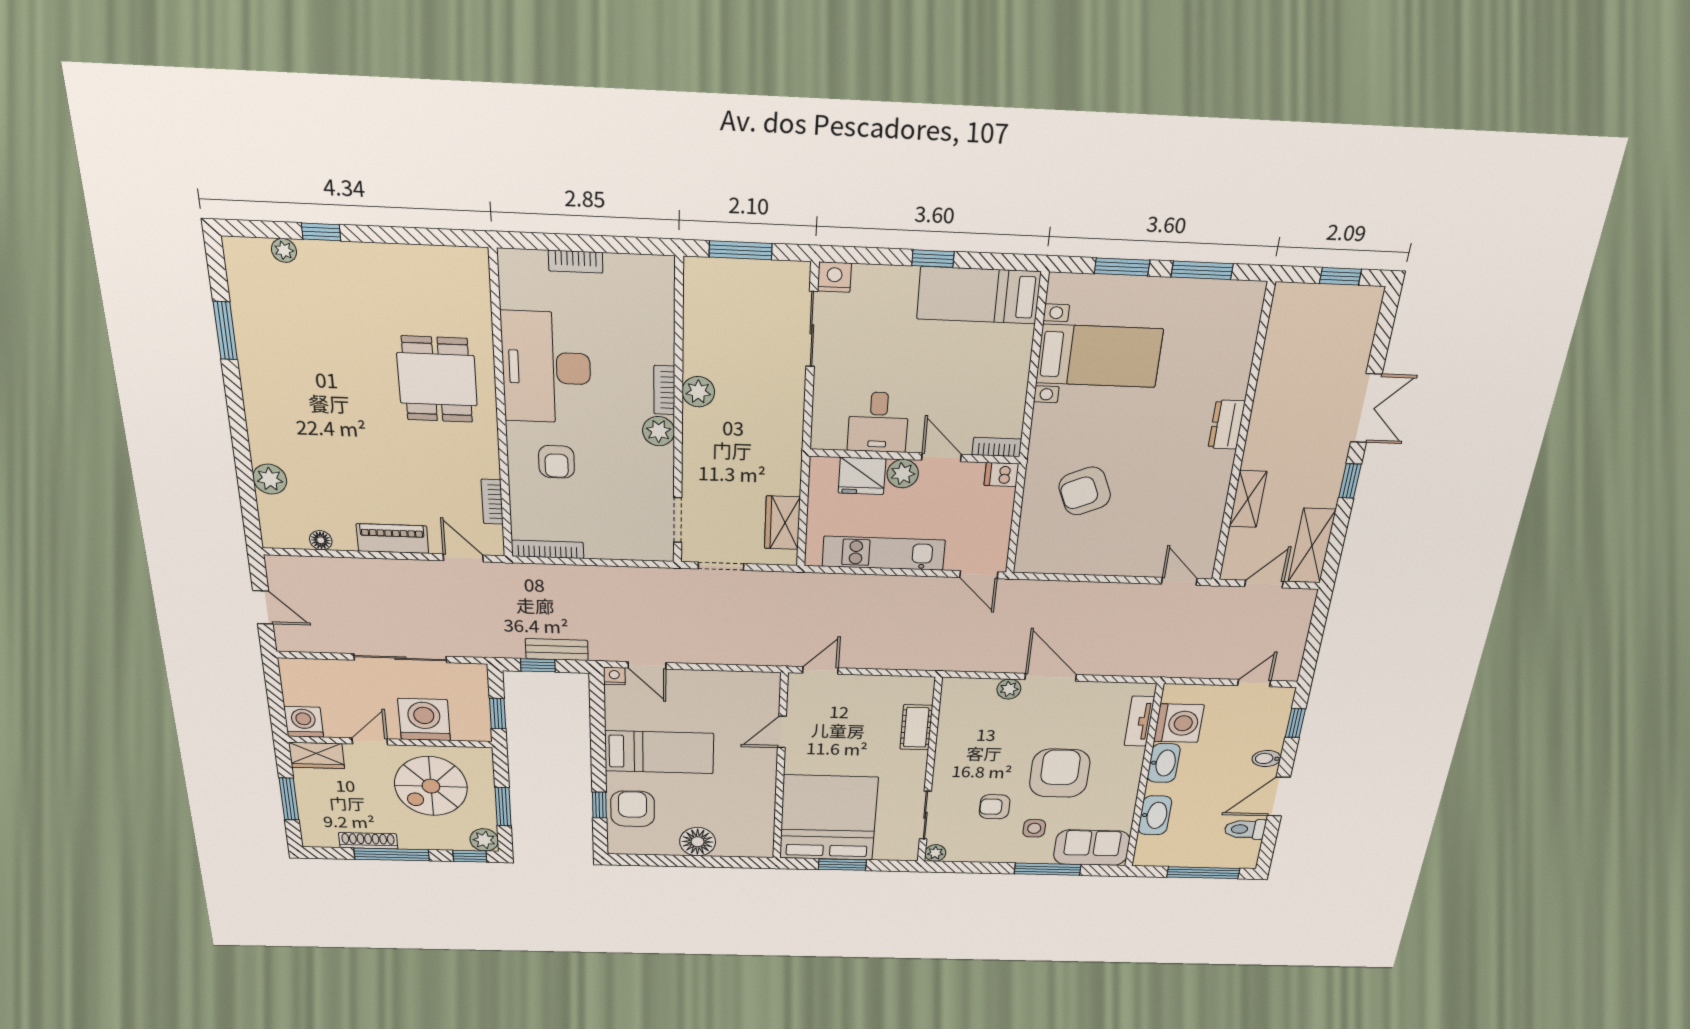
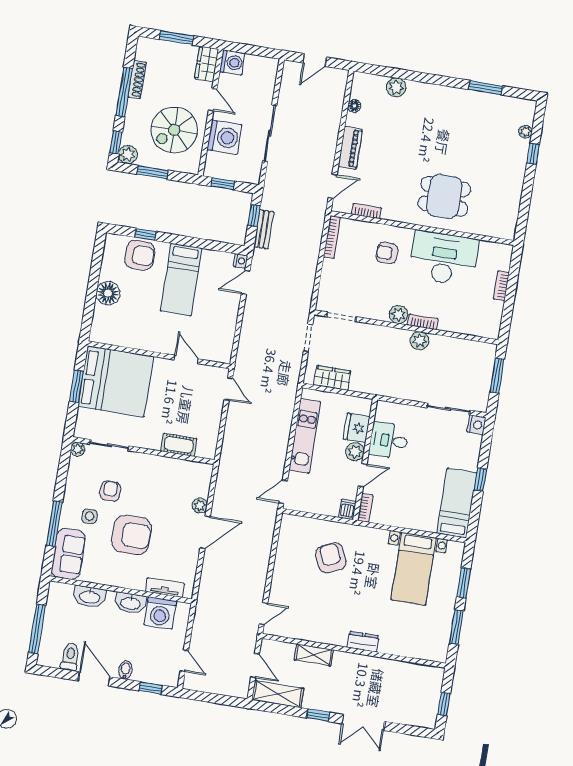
spiral stairs: (431, 786) -> (174, 130), turned -90

